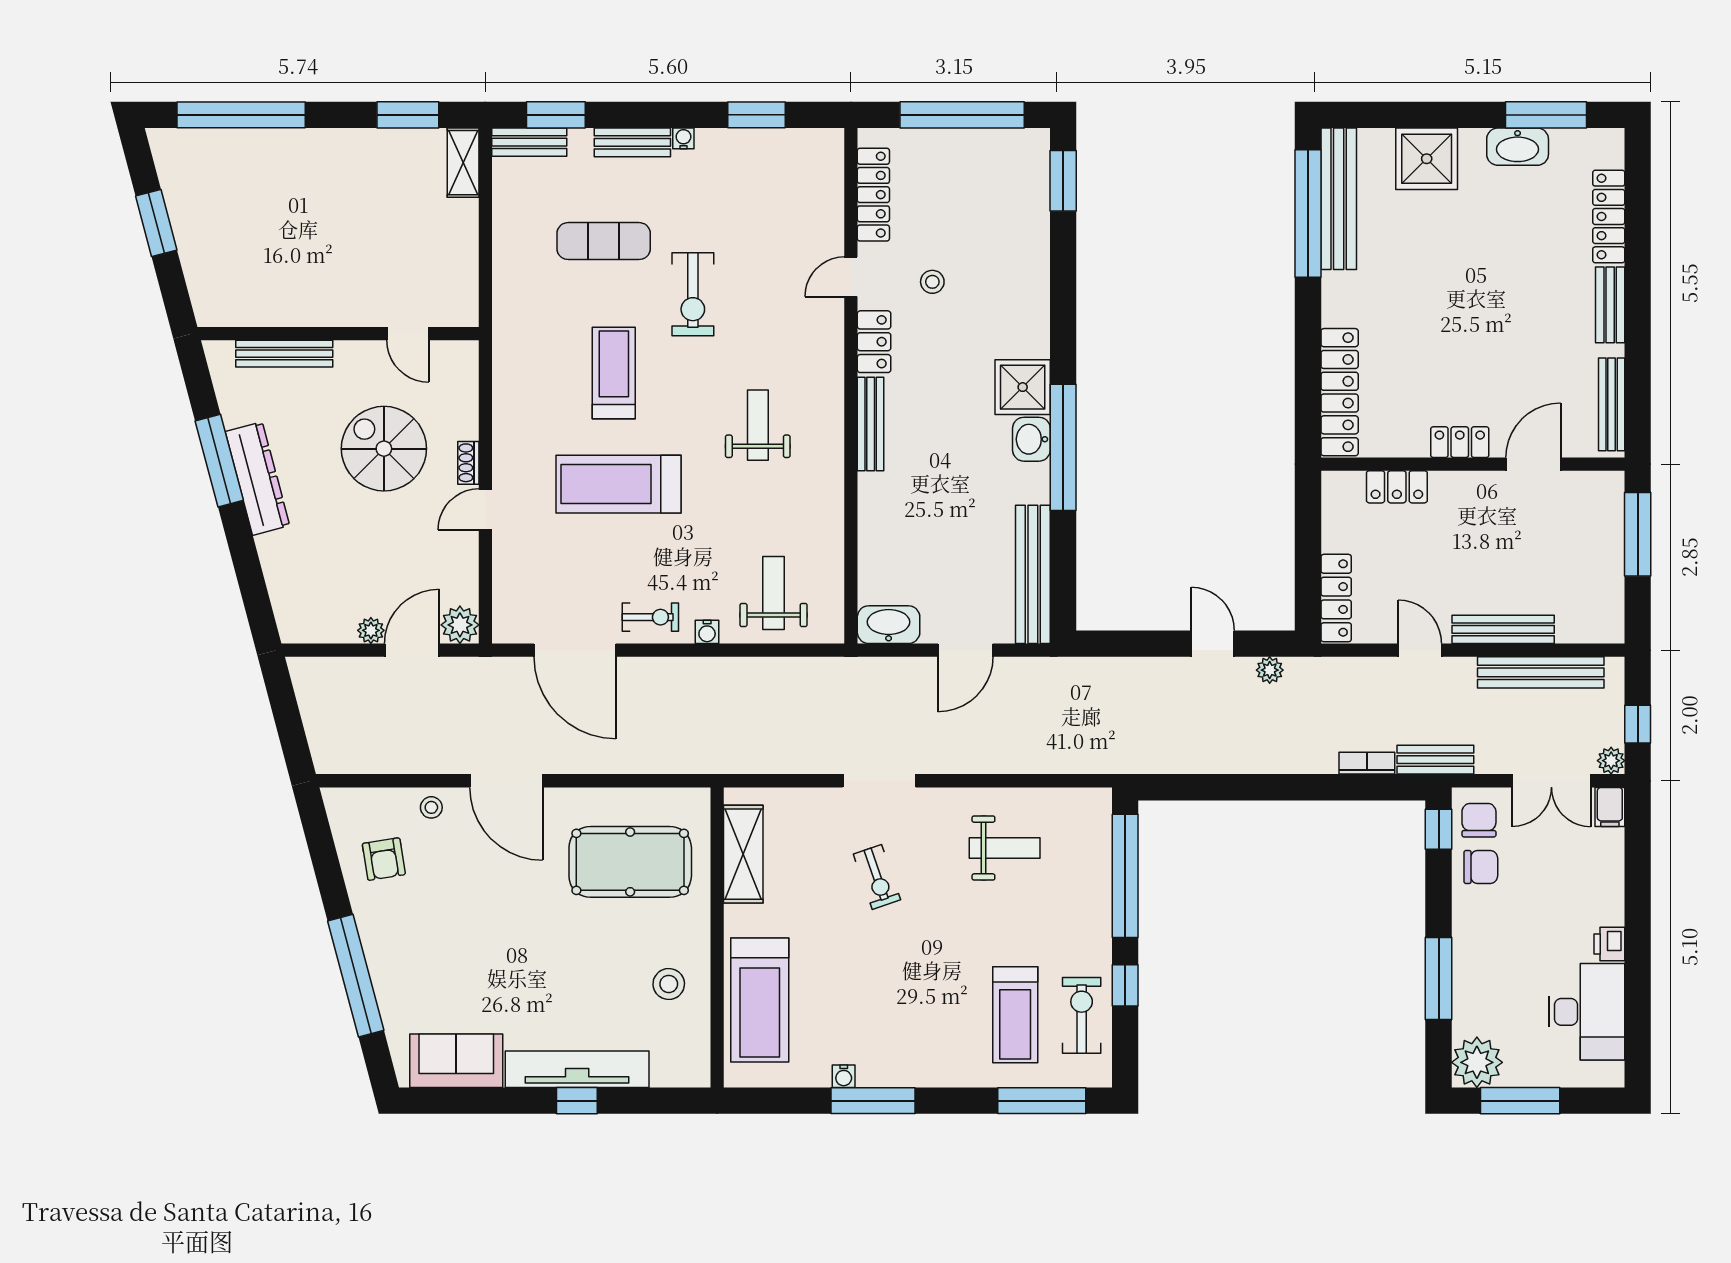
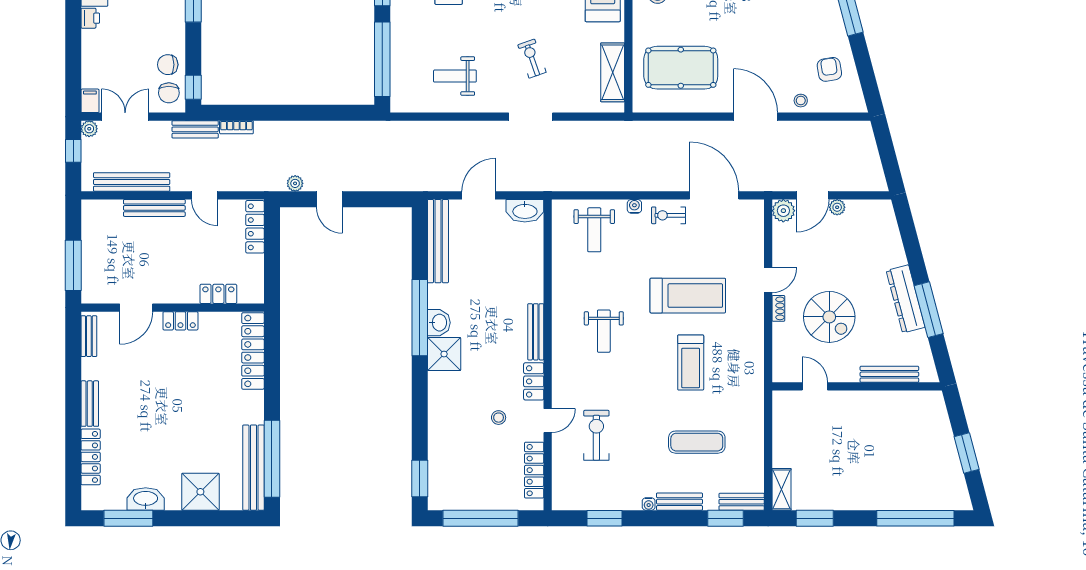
exercise bike: (693, 294) -> (596, 435), moved
bench: (1612, 404) -> (89, 336), width x0.73

